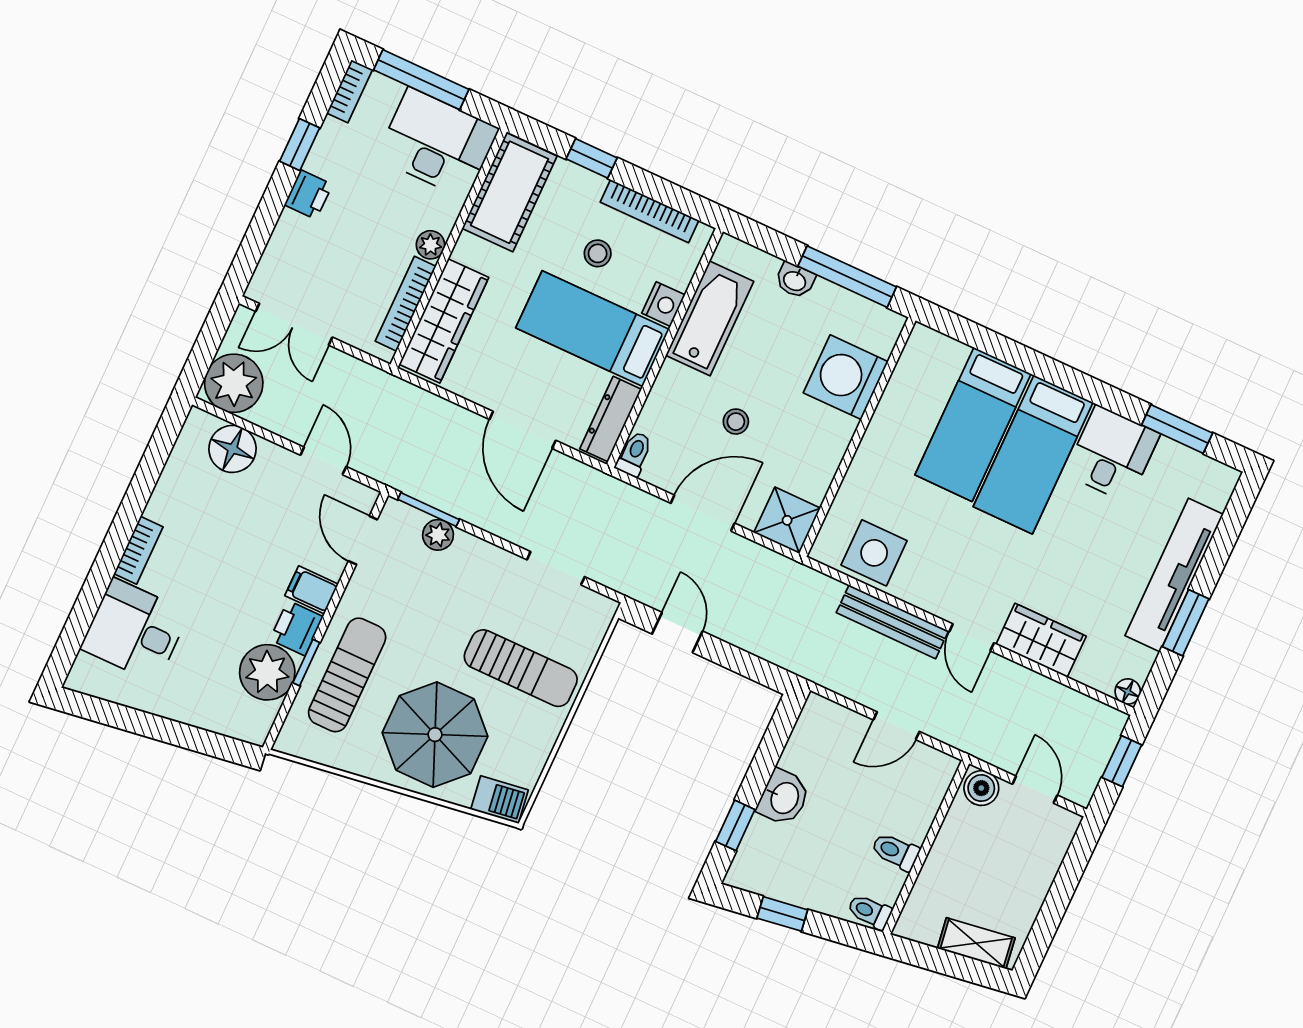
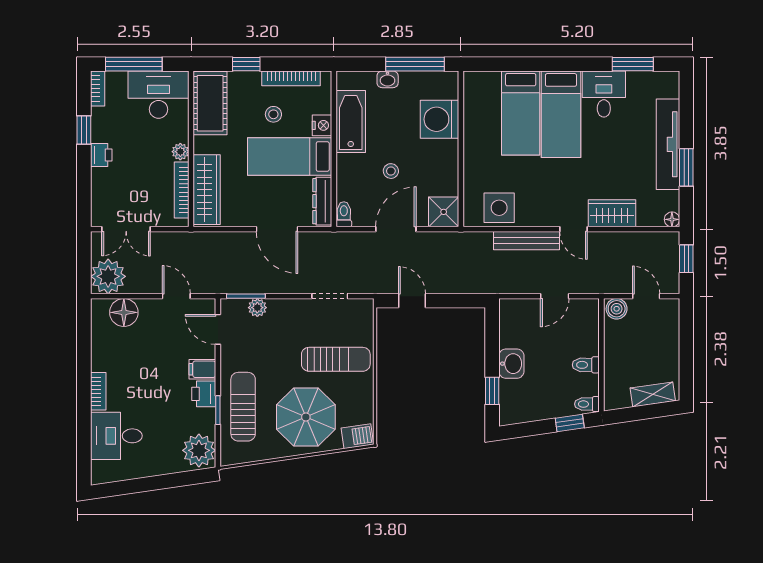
plant: (267, 672) -> (199, 450), moved
window: (782, 914) -> (570, 423), moved

